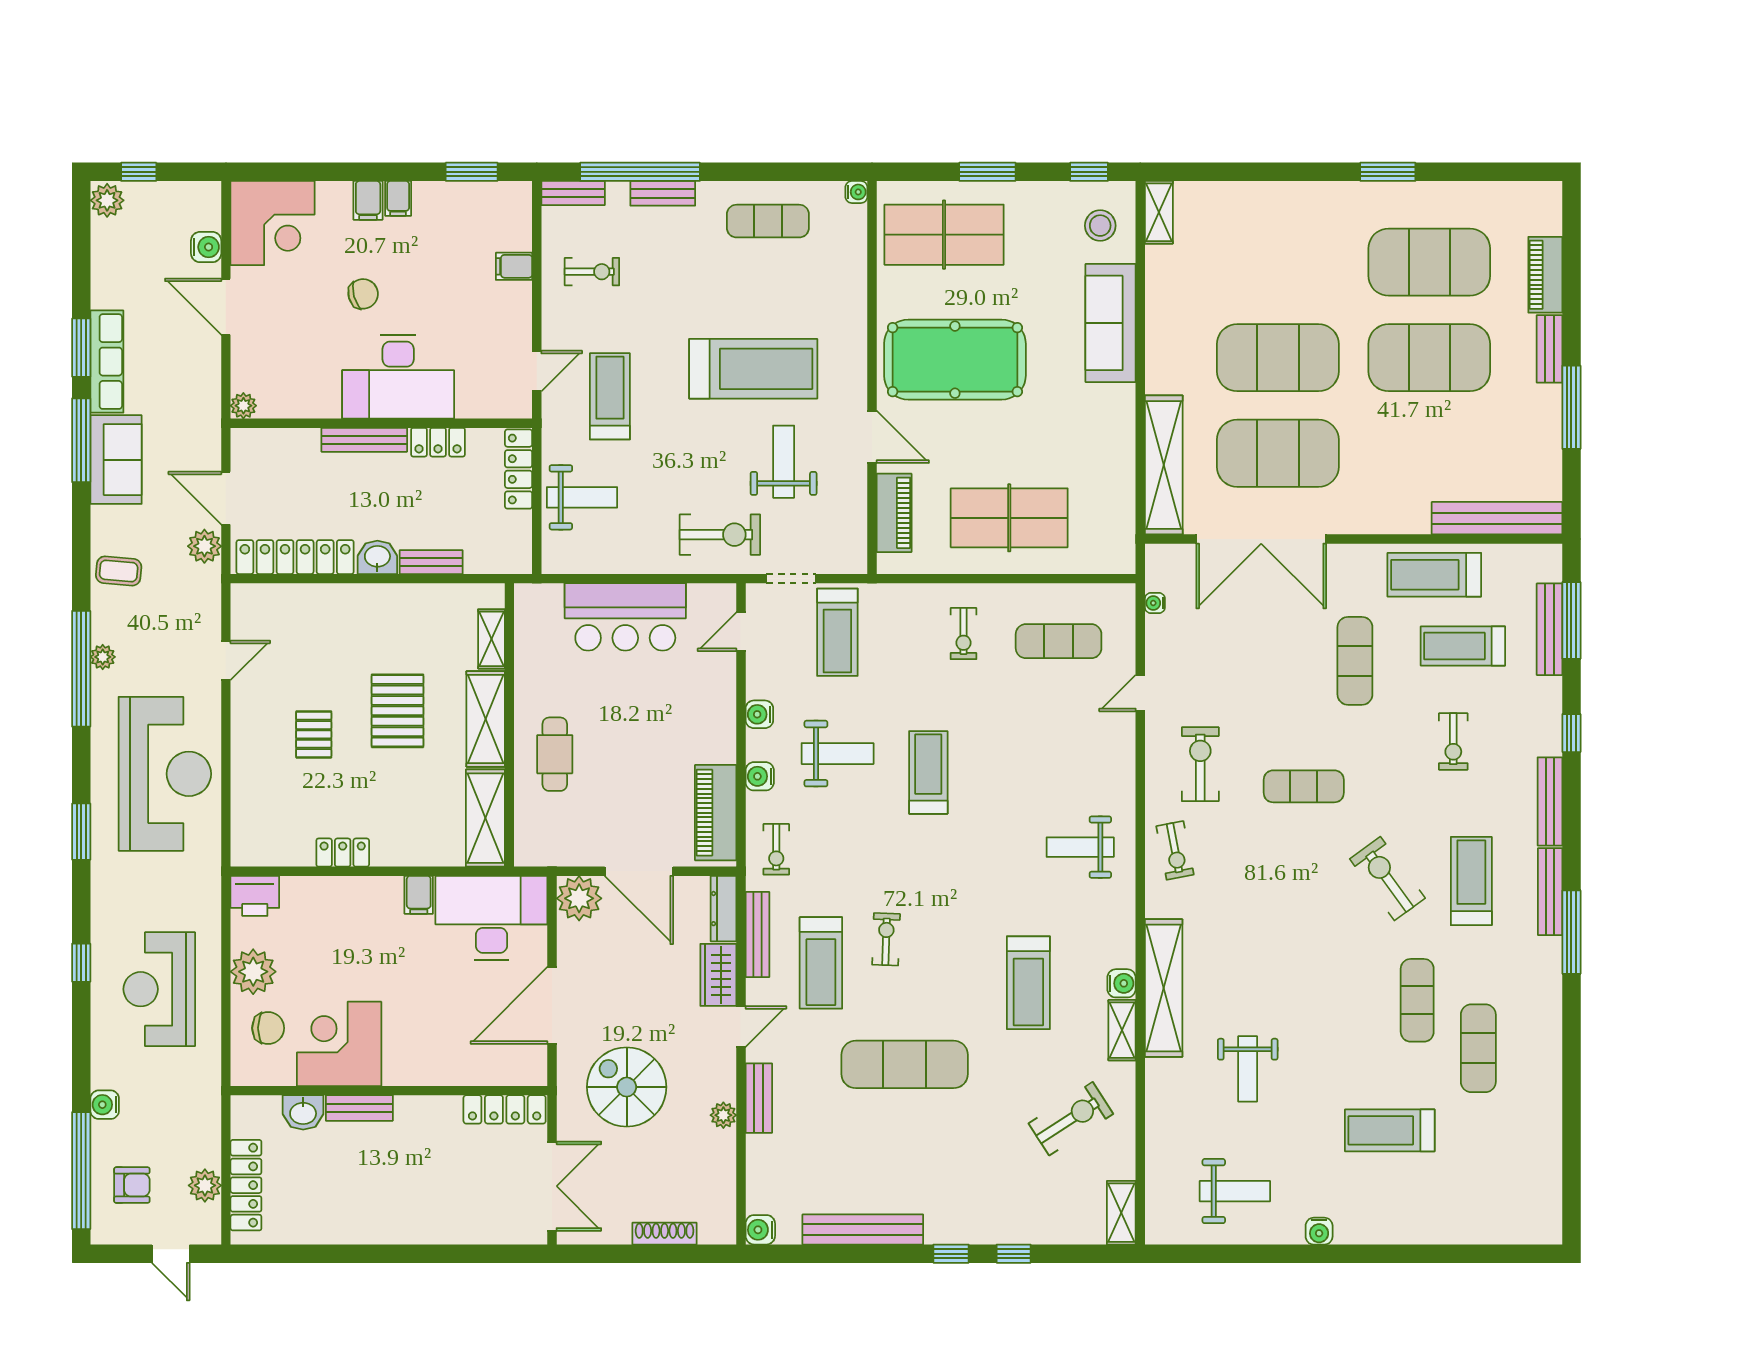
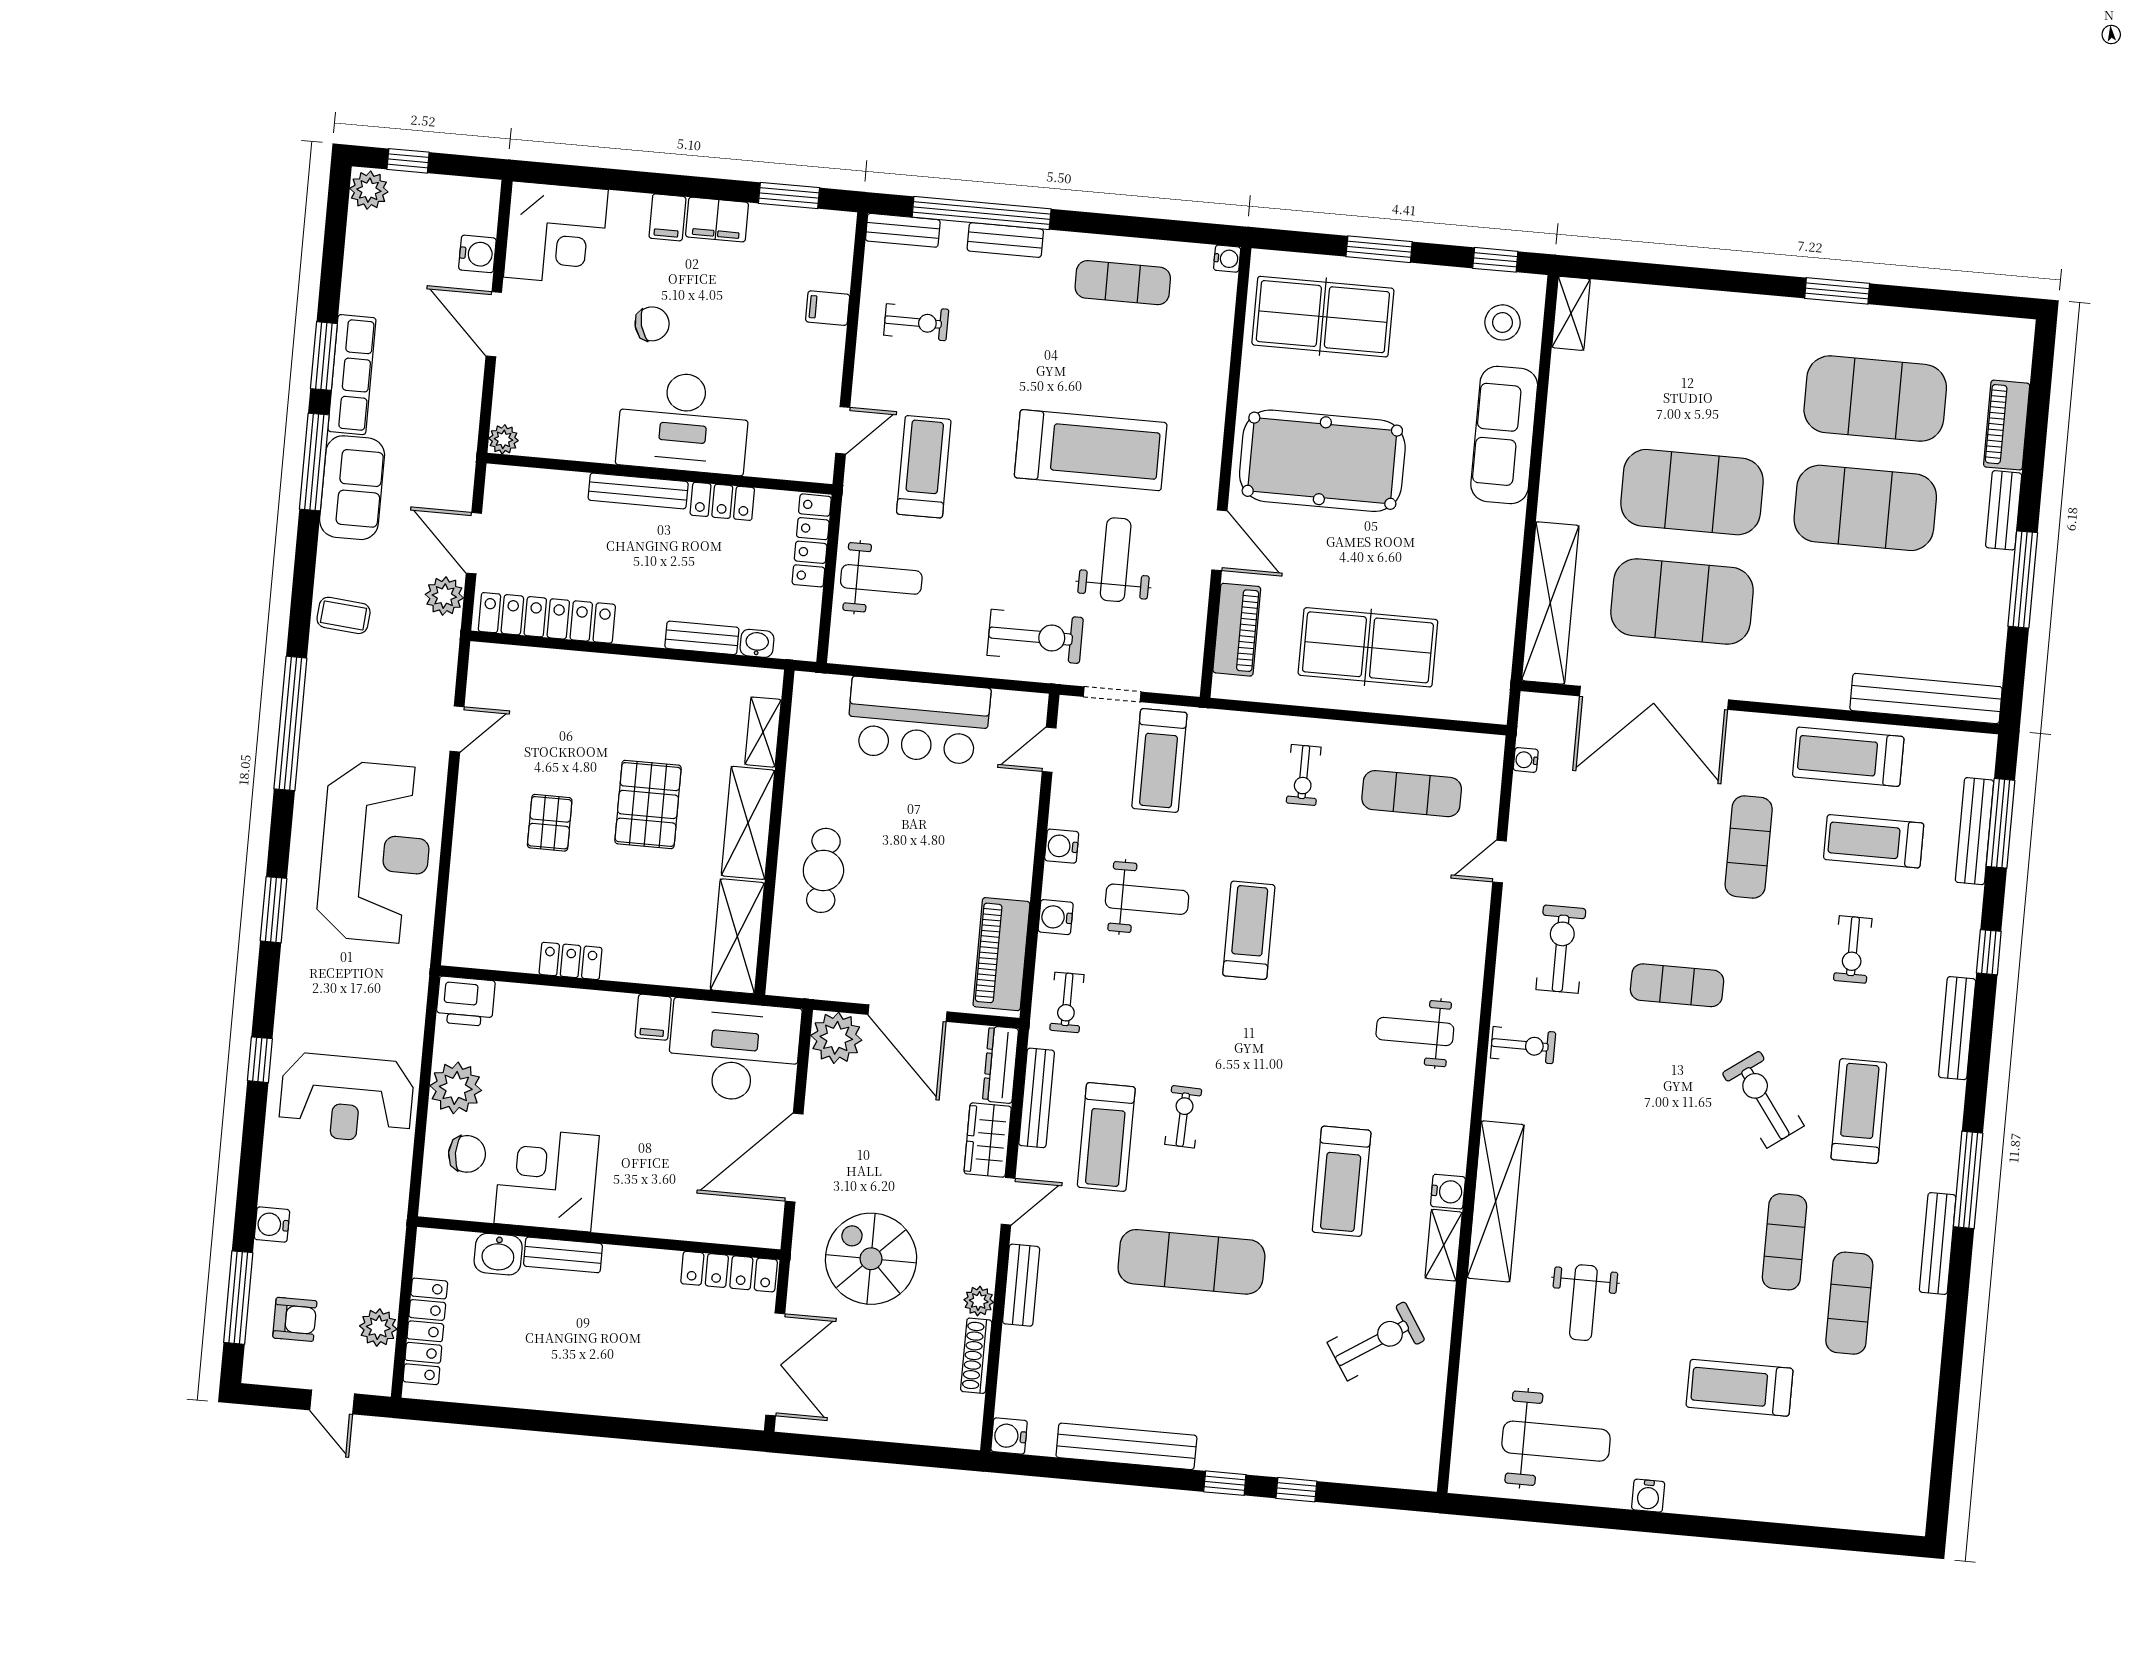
filing cabinet: (398, 198) -> (717, 220), width x2.00
washbasin: (377, 557) -> (757, 643), moved, width x0.72, depth x0.69
plant: (103, 657) -> (316, 712), removed
exercise bike: (1175, 850) -> (1523, 1045), turned -79
bench: (1550, 892) -> (1938, 1244), moved
reception desk: (159, 989) -> (346, 1098), turned -90
window: (81, 1171) -> (238, 1298), width x0.68
weight bench: (1235, 1191) -> (1556, 1441), width x1.36, depth x1.33
shelving: (1121, 1213) -> (1424, 1454), removed
shoe rack: (665, 1234) -> (976, 1356), moved, turned -90

